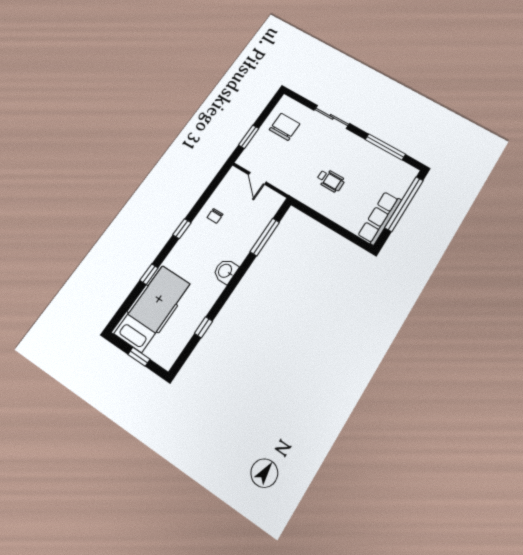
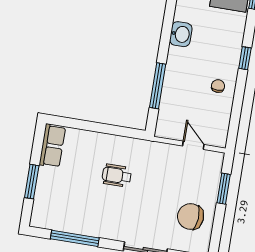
chair: (285, 127) -> (191, 217), turned 94
window: (404, 204) -> (32, 182), width x0.47
row of seats: (380, 218) -> (52, 146), width x0.68

